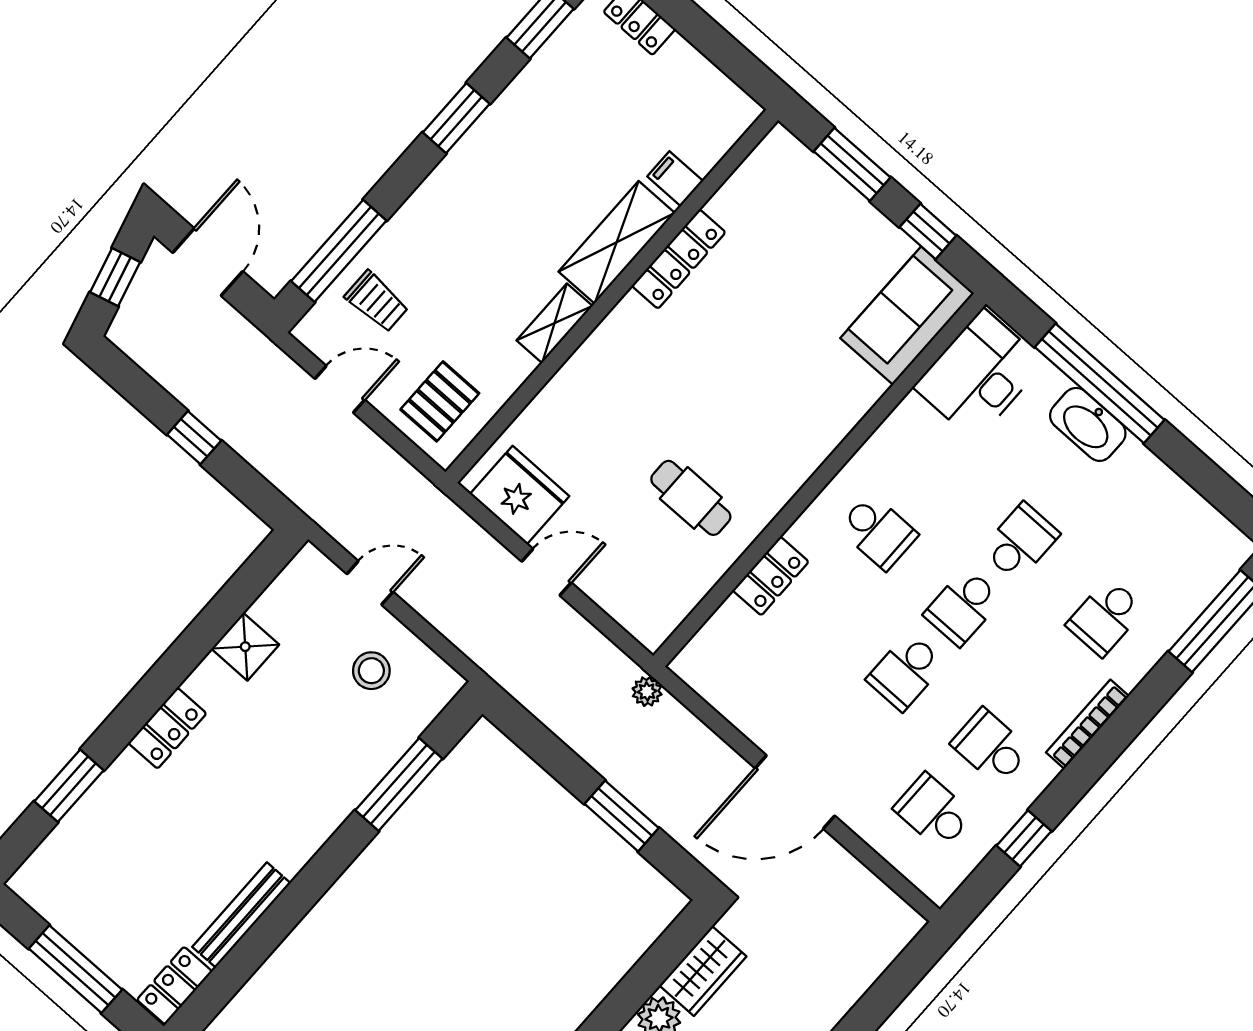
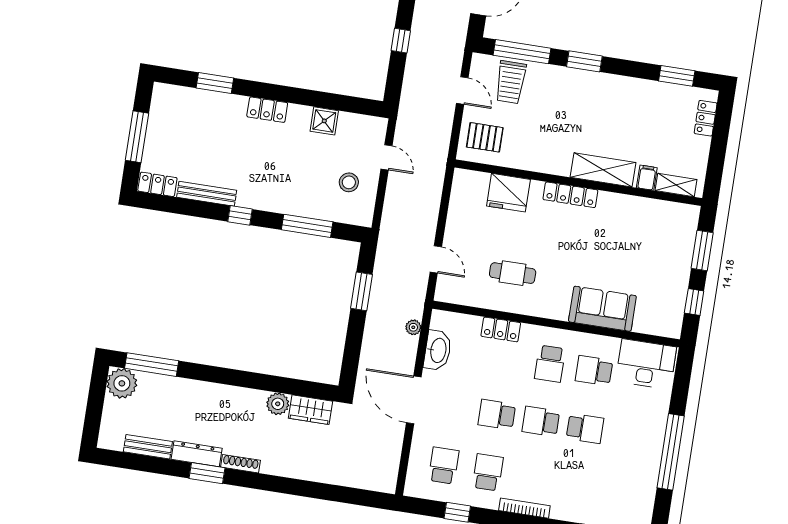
window: (456, 118) -> (584, 61), moved
locker: (679, 259) -> (570, 195), moved
trolley: (377, 301) -> (511, 82), width x1.36, depth x1.39
sofa: (907, 316) -> (602, 309), moved
shelving: (554, 323) -> (676, 185), moved
window: (1100, 383) -> (671, 452), moved
washbasin: (1088, 424) -> (438, 350), moved, turned 180
fridge: (520, 495) -> (508, 193), moved, turned 90
cafe table: (691, 498) -> (513, 273), turned 90
door: (546, 572) -> (436, 259), moved
school desk: (1105, 617) -> (594, 371), moved
plant: (647, 691) -> (413, 327), moved
window: (622, 816) -> (362, 291), moved
window: (311, 883) -> (240, 215), added

